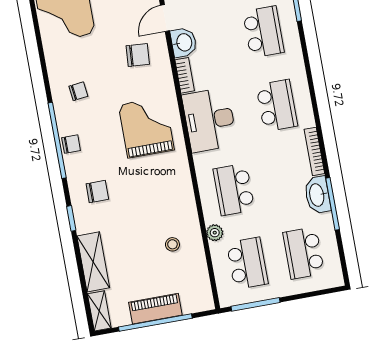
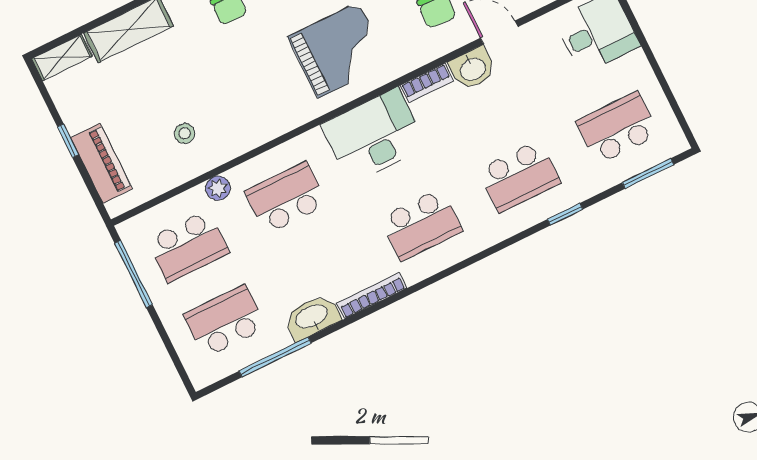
window: (333, 204) -> (275, 357), moved
piano: (155, 309) -> (101, 163), moved
window: (155, 323) -> (68, 141), width x0.32

